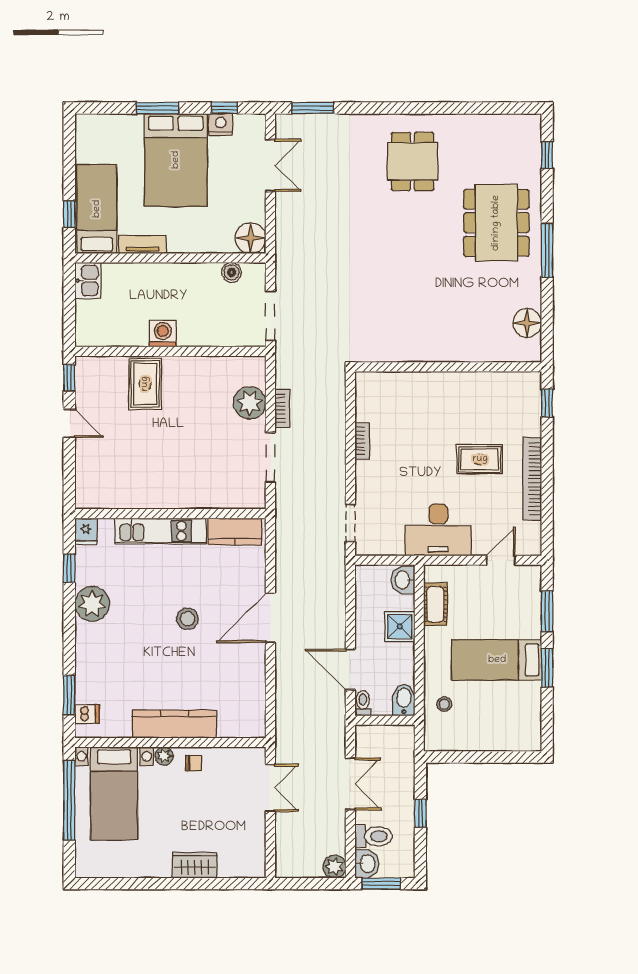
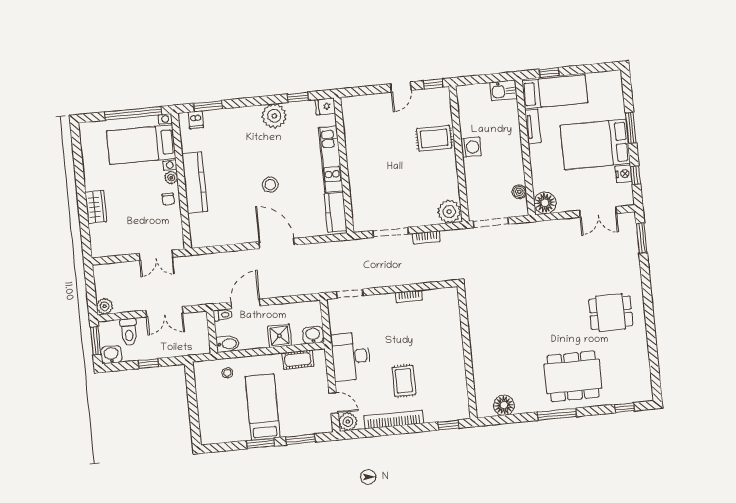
plant: (250, 403) -> (449, 212), moved
plant: (529, 543) -> (348, 422), added
washbasin: (367, 864) -> (111, 355), moved, turned 180

